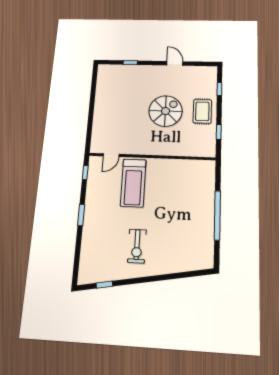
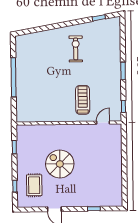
spiral stairs: (166, 111) -> (60, 164), turned 90
rug: (202, 111) -> (34, 185), moved
treadmill: (133, 183) -> (83, 100), width x0.73, depth x0.73

